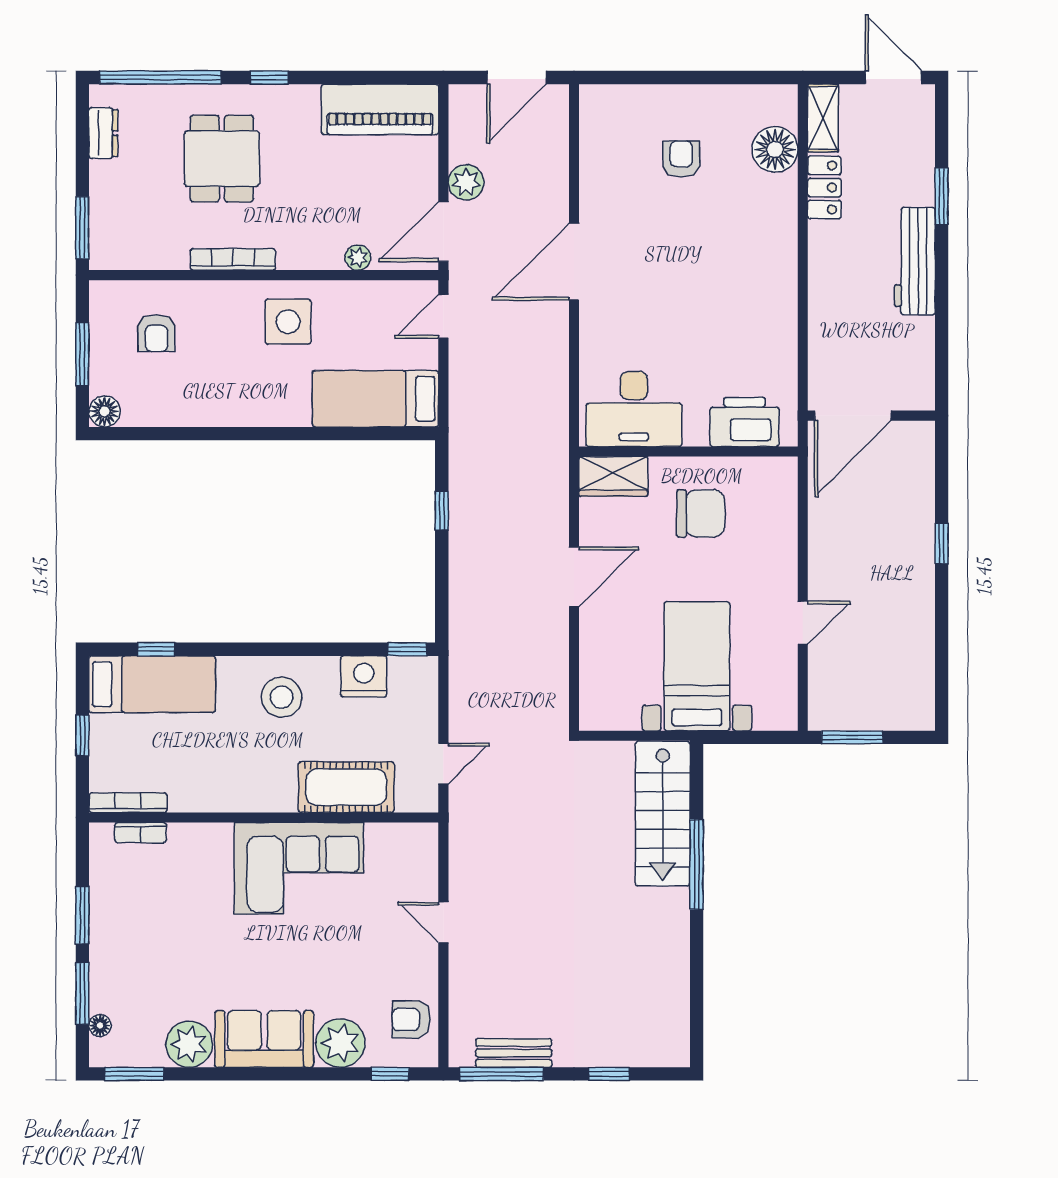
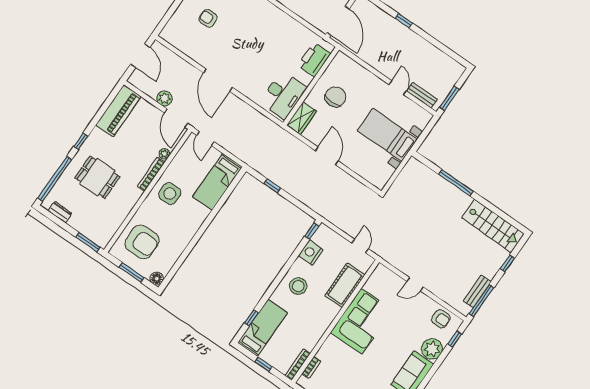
bookcase: (233, 259) -> (151, 174), moved
armchair: (156, 333) -> (142, 242), width x1.88, depth x1.88
bench: (821, 680) -> (422, 95), added
stairs: (663, 814) -> (493, 226), moved
armchair: (411, 1019) -> (441, 319), turned -90

